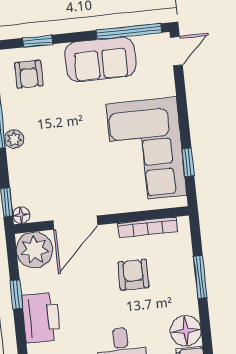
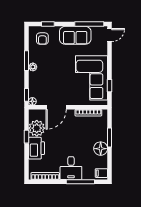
plant: (35, 250) -> (37, 128), moved
armchair: (133, 275) -> (80, 133), removed
floor lamp: (186, 331) -> (101, 149), moved

